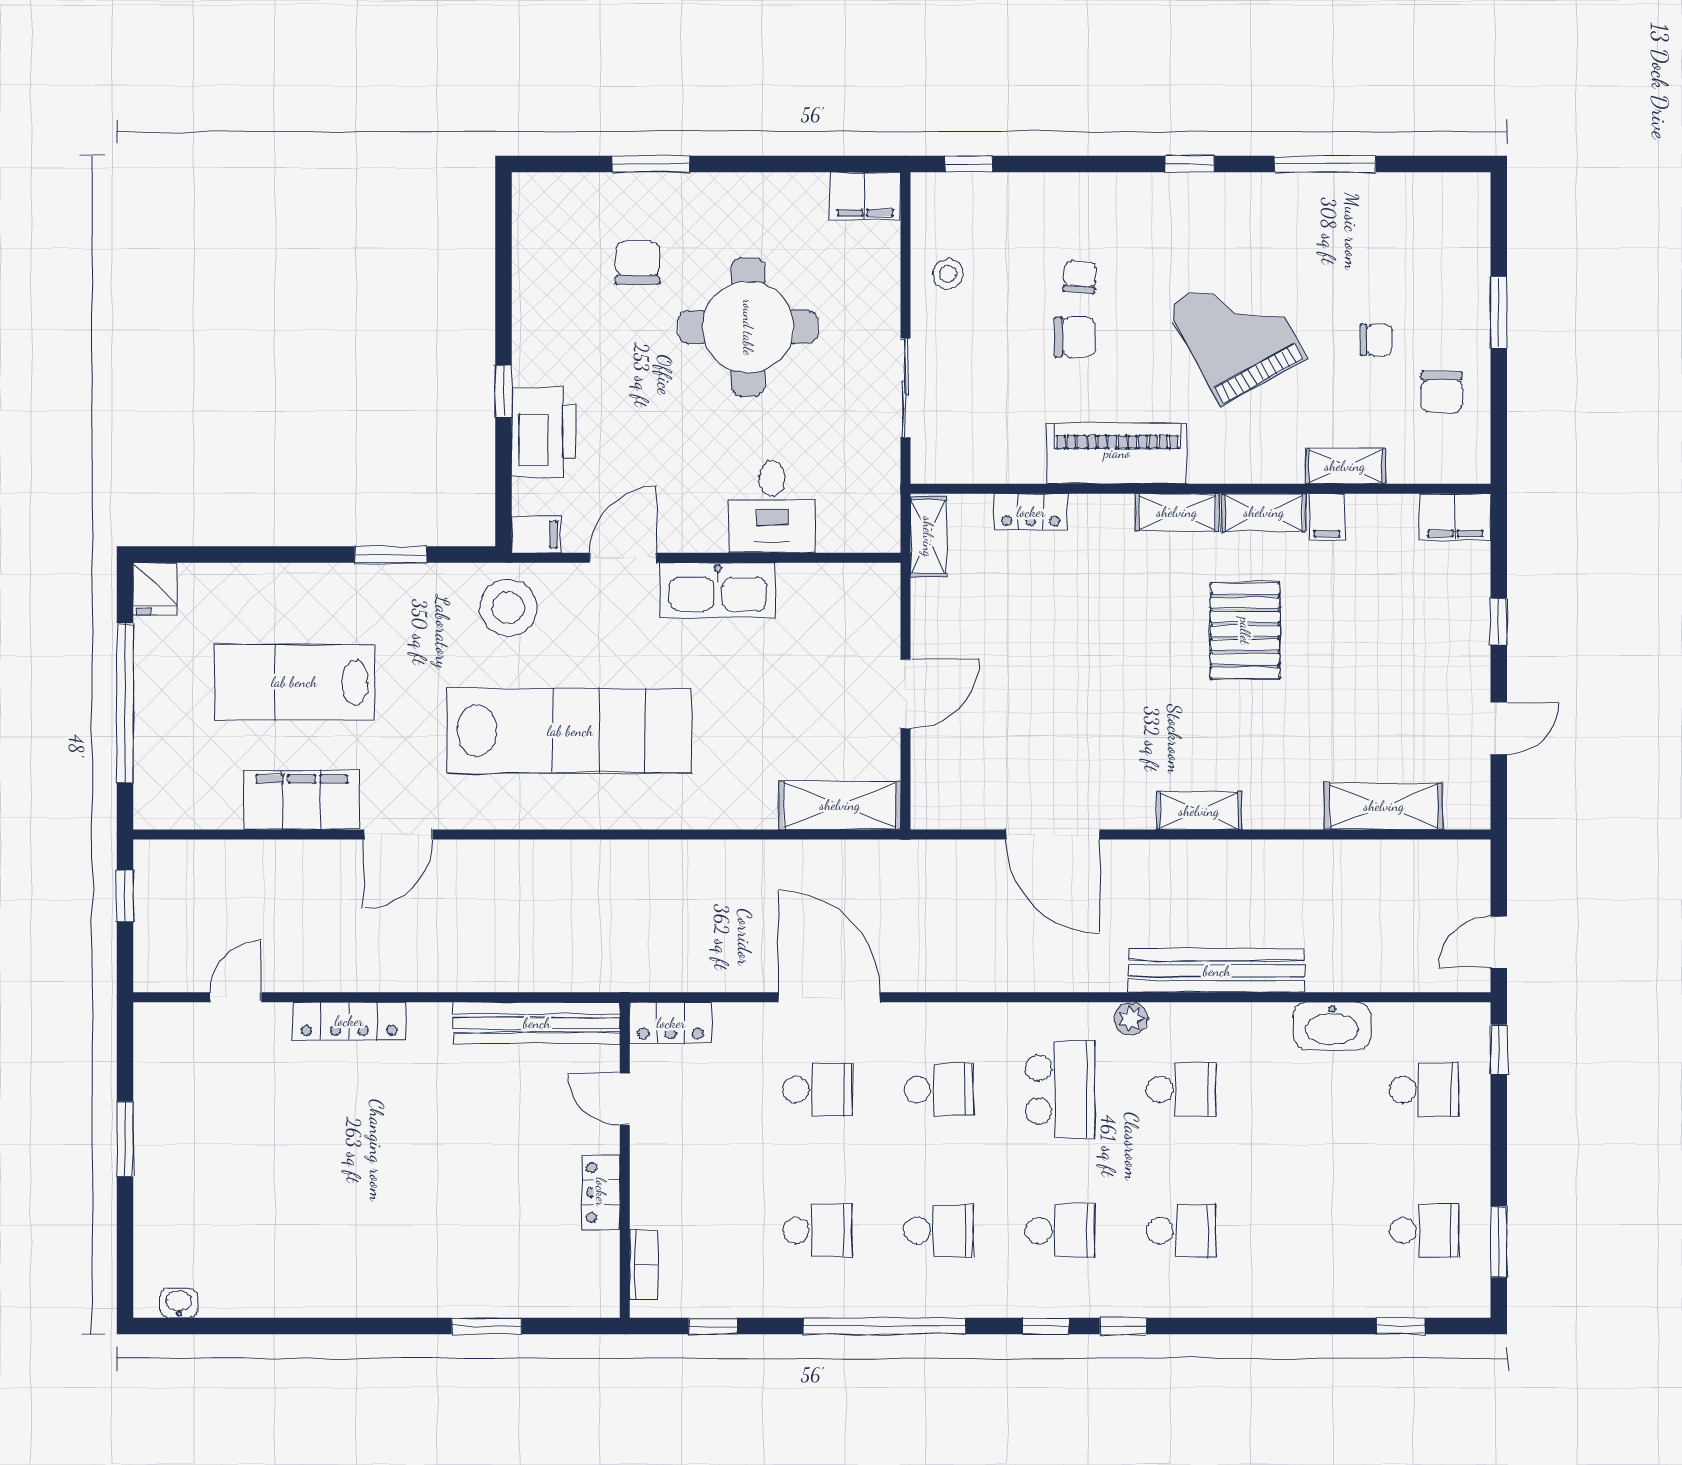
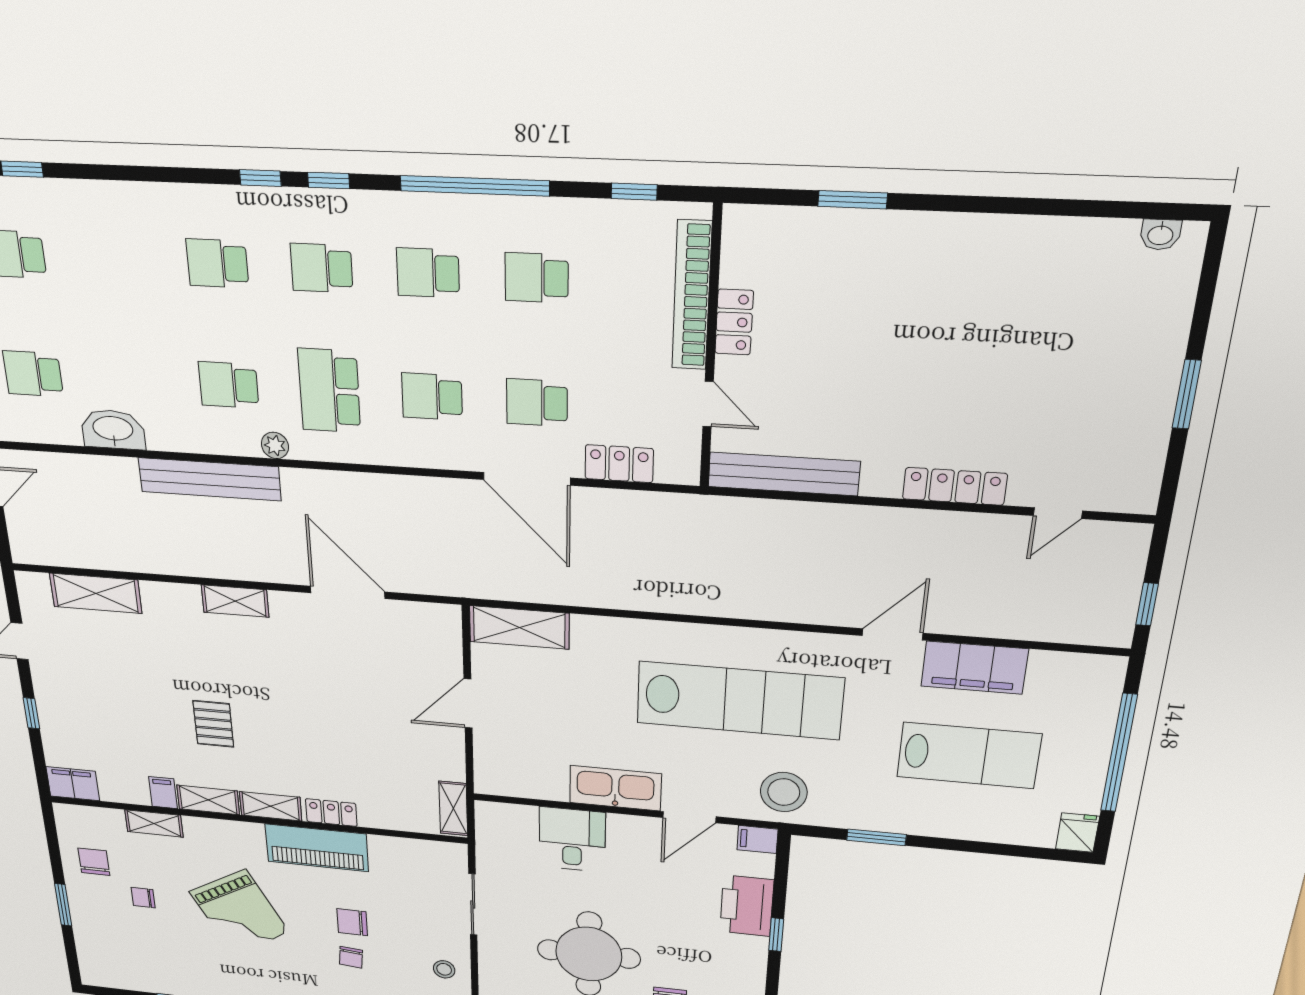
locker: (1031, 512) -> (331, 813), moved
pallet: (1245, 631) -> (213, 724), width x0.67, depth x0.71
lab bench: (570, 731) -> (739, 701), turned 180
locker: (671, 1023) -> (619, 464), moved
bookcase: (643, 1265) -> (692, 296), width x2.31, depth x1.31

